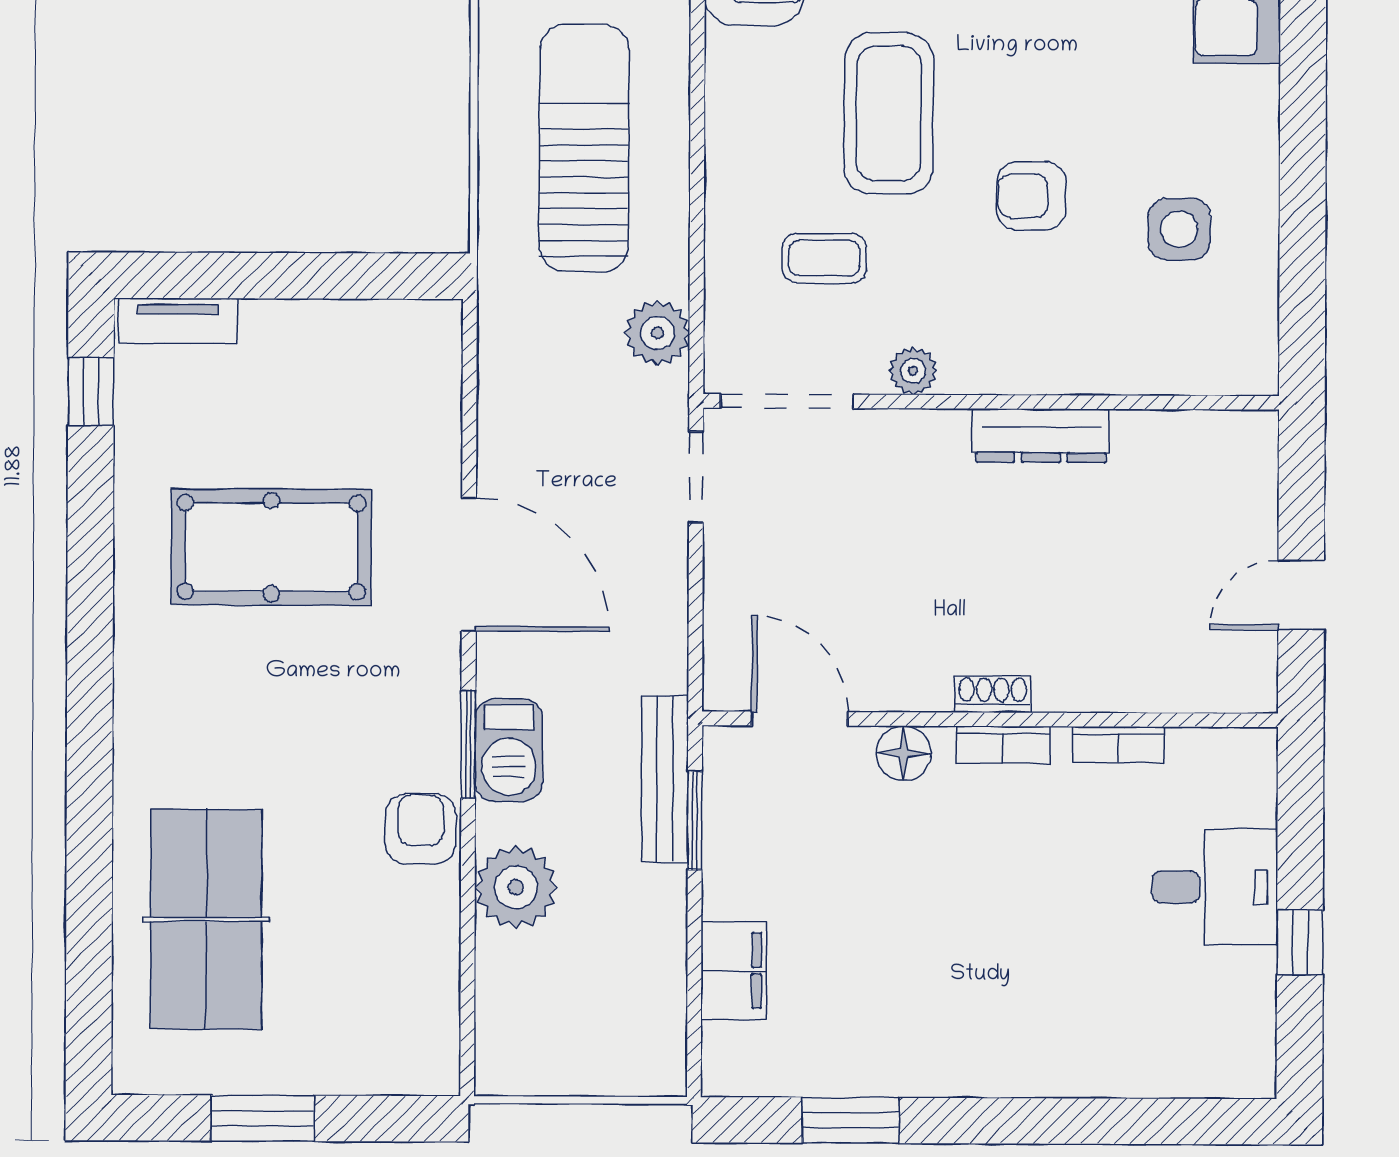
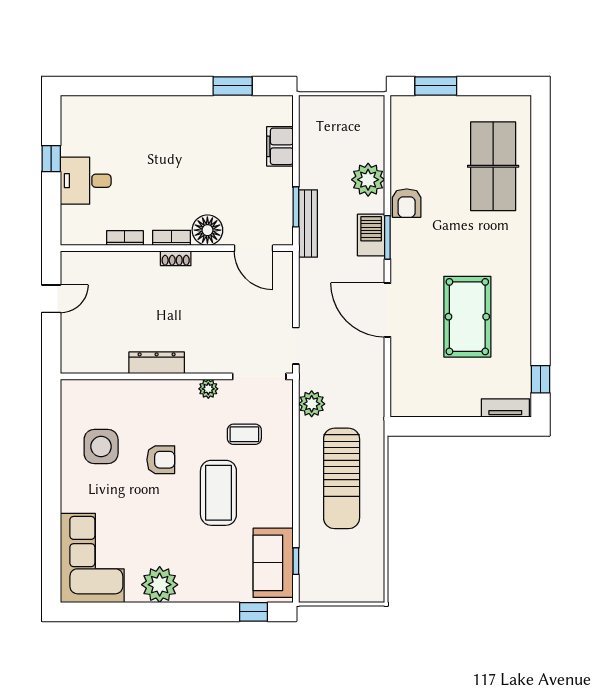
side table: (1179, 229) -> (101, 447), width x1.37, depth x1.37
pool table: (271, 547) -> (467, 317), turned 90
floor lamp: (903, 753) -> (207, 230), width x1.38, depth x1.38
window: (263, 1118) -> (436, 86), moved

